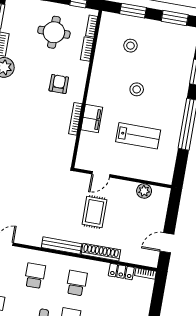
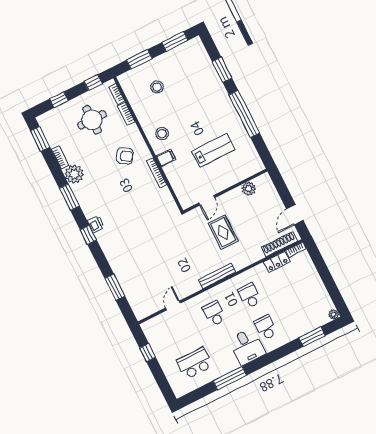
armchair: (59, 84) -> (125, 156), turned 125
stool: (137, 89) -> (162, 134), moved
filing cabinet: (92, 119) -> (166, 158), width x0.50
shoe rack: (101, 252) -> (279, 244), moved

